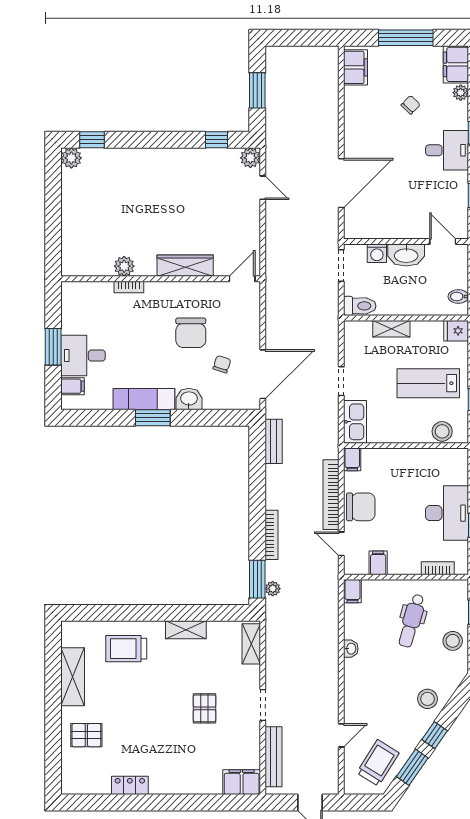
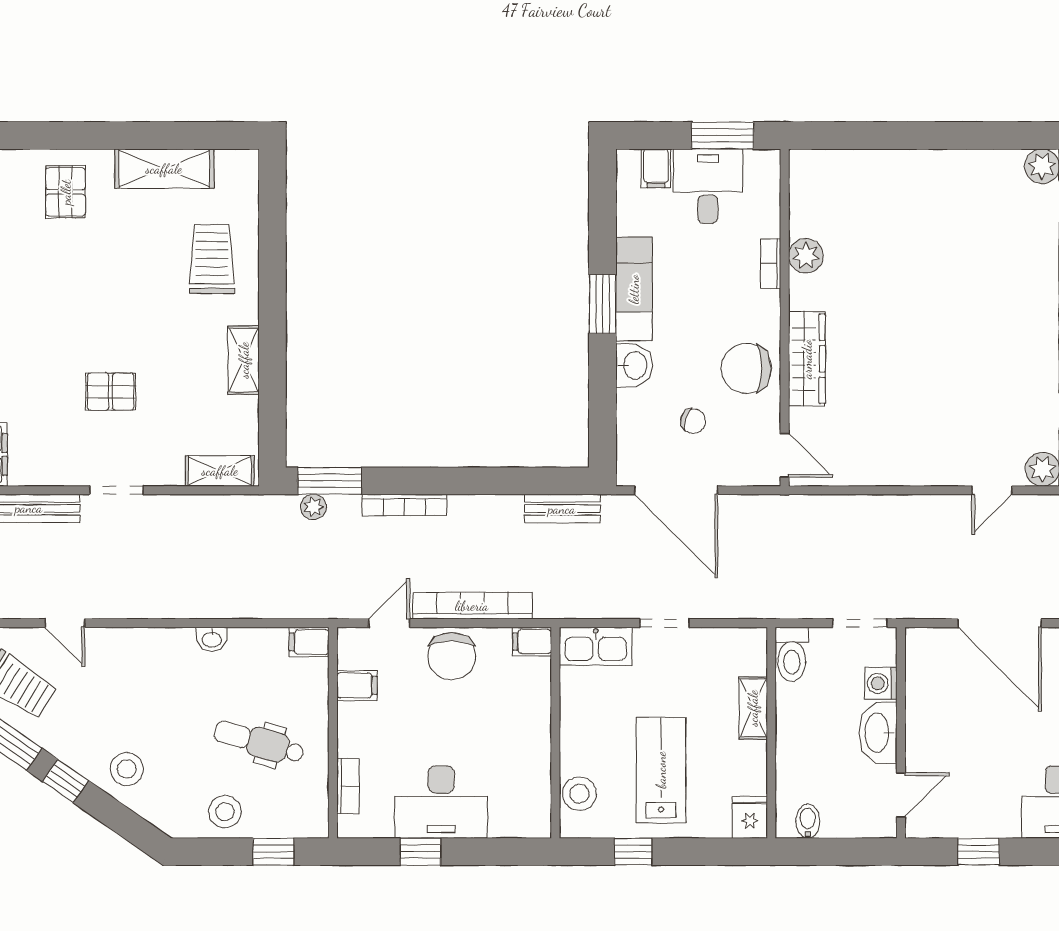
plant: (124, 266) -> (806, 256), moved
wardrobe: (185, 266) -> (807, 359), moved
wall: (161, 279) -> (785, 318), moved
door: (242, 279) -> (785, 455), moved
bookcase: (129, 287) -> (771, 264), moved

